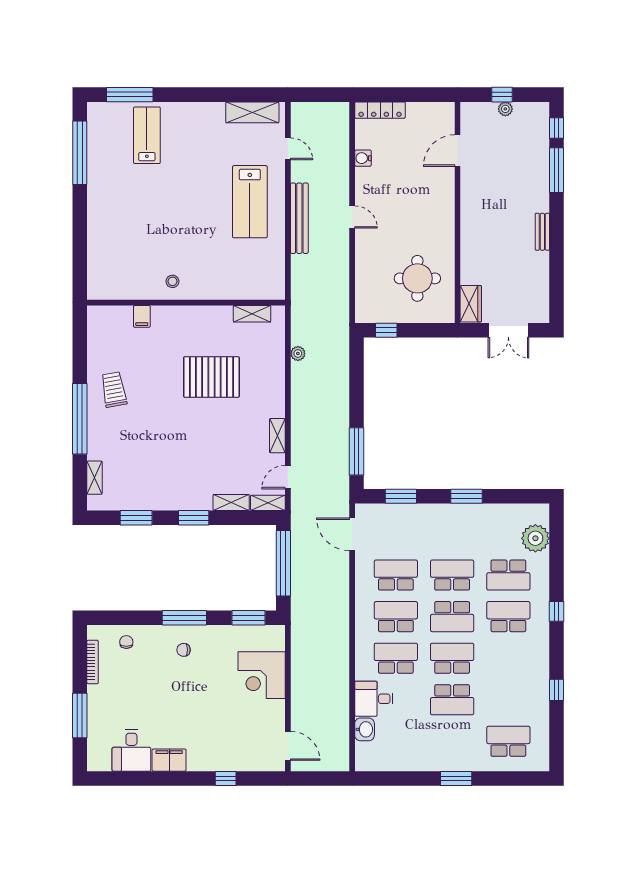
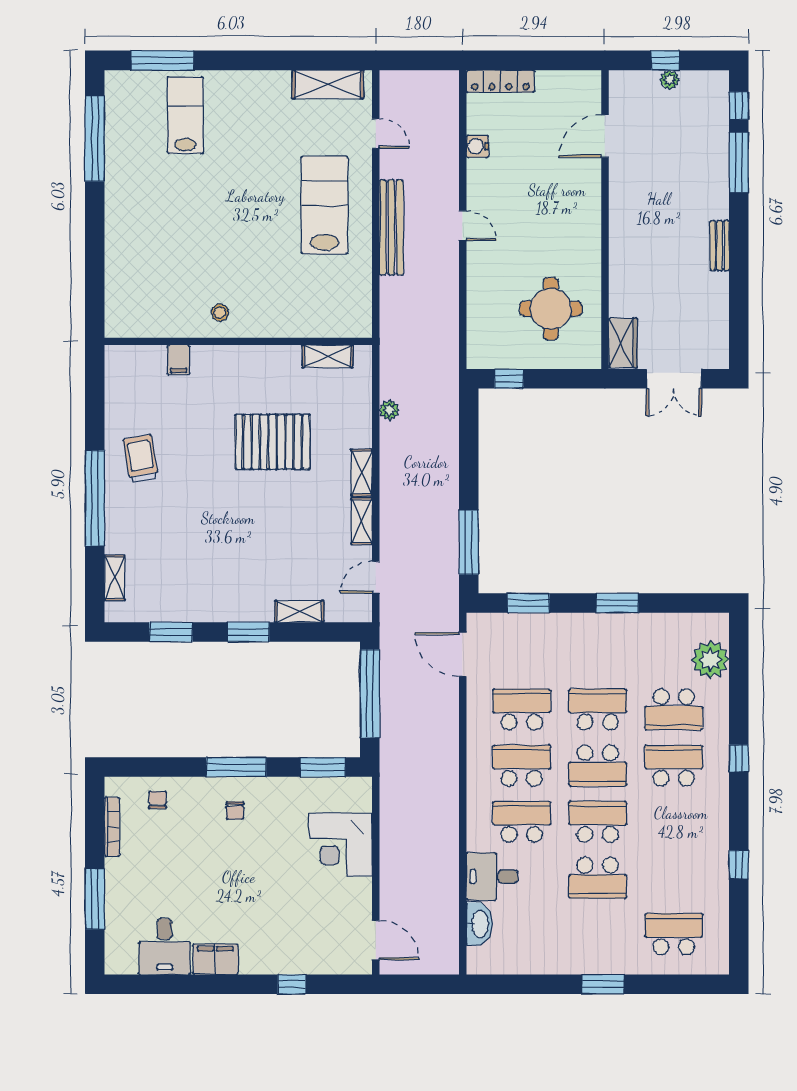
lab bench: (250, 202) -> (324, 205), turned 180
shelving: (268, 503) -> (362, 472), moved, turned 90
chair: (184, 650) -> (235, 810), turned -90
washbasin: (365, 729) -> (479, 924), width x1.38

